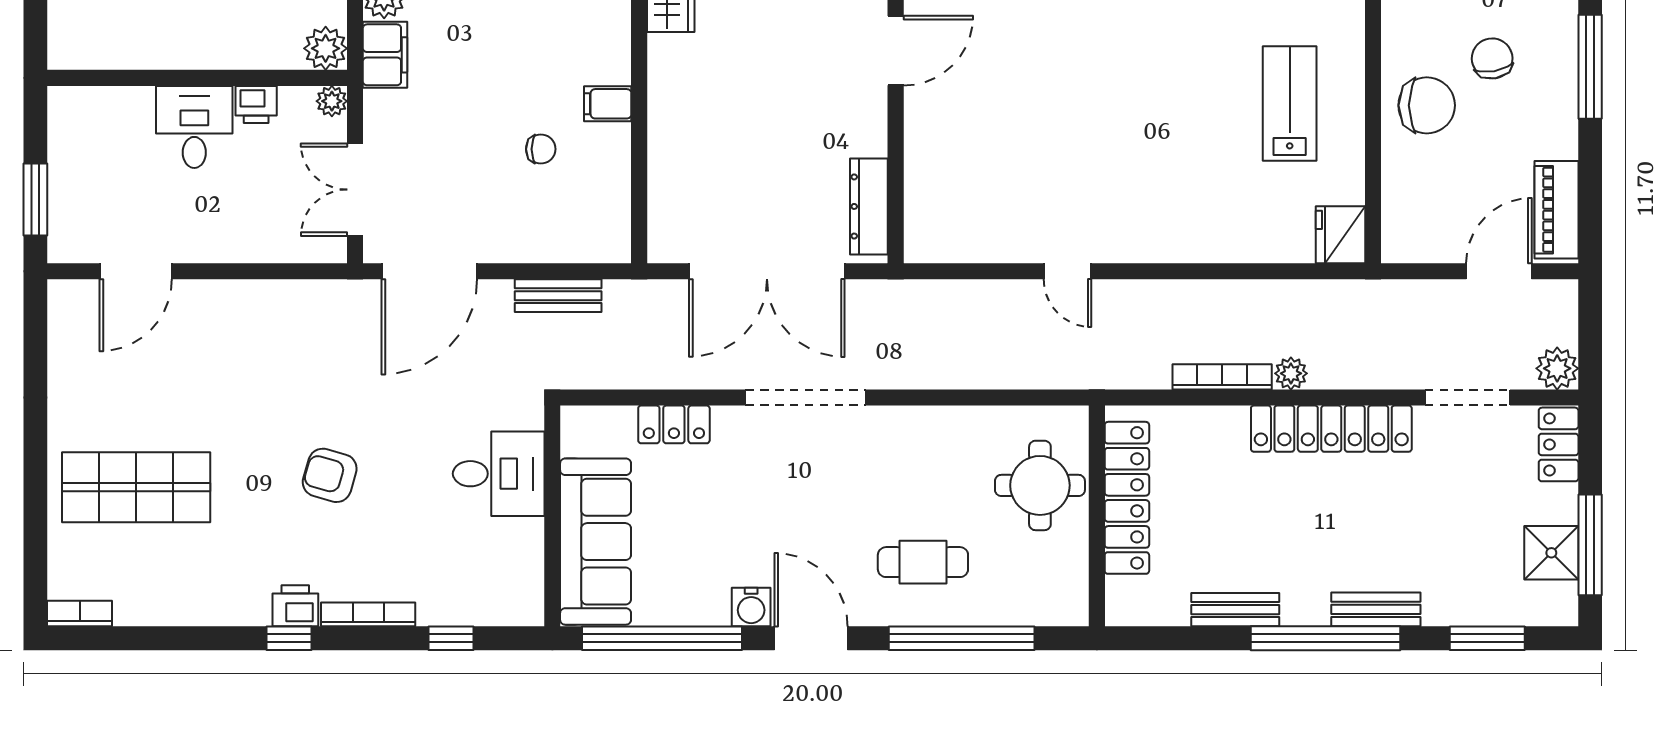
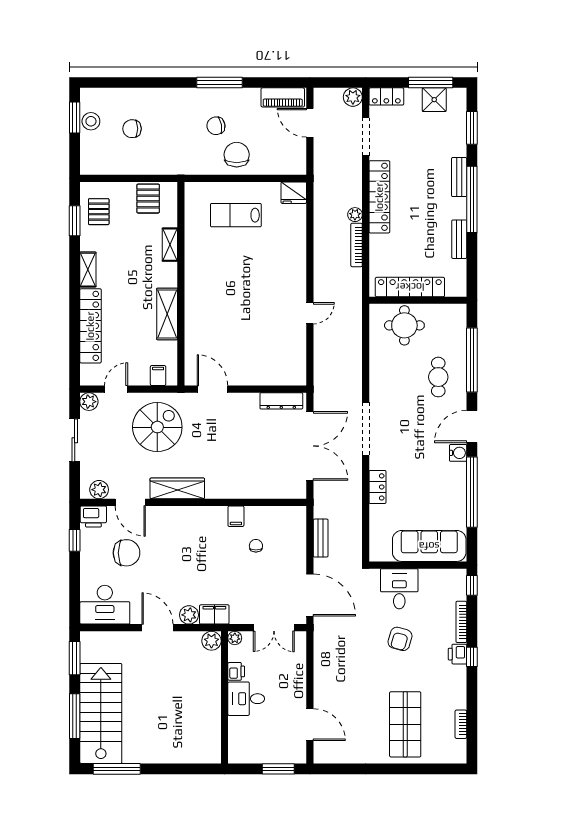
desk: (499, 474) -> (399, 589), moved
wall: (552, 516) -> (418, 565), moved
sofa: (596, 542) -> (429, 546), moved
bookcase: (80, 613) -> (461, 724), moved

